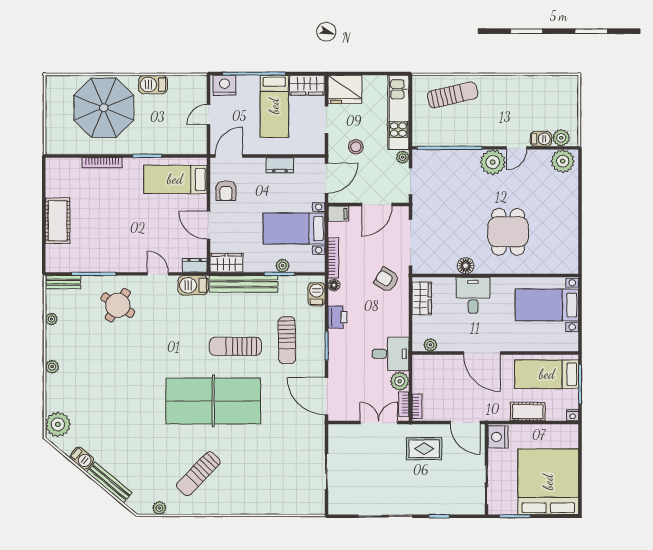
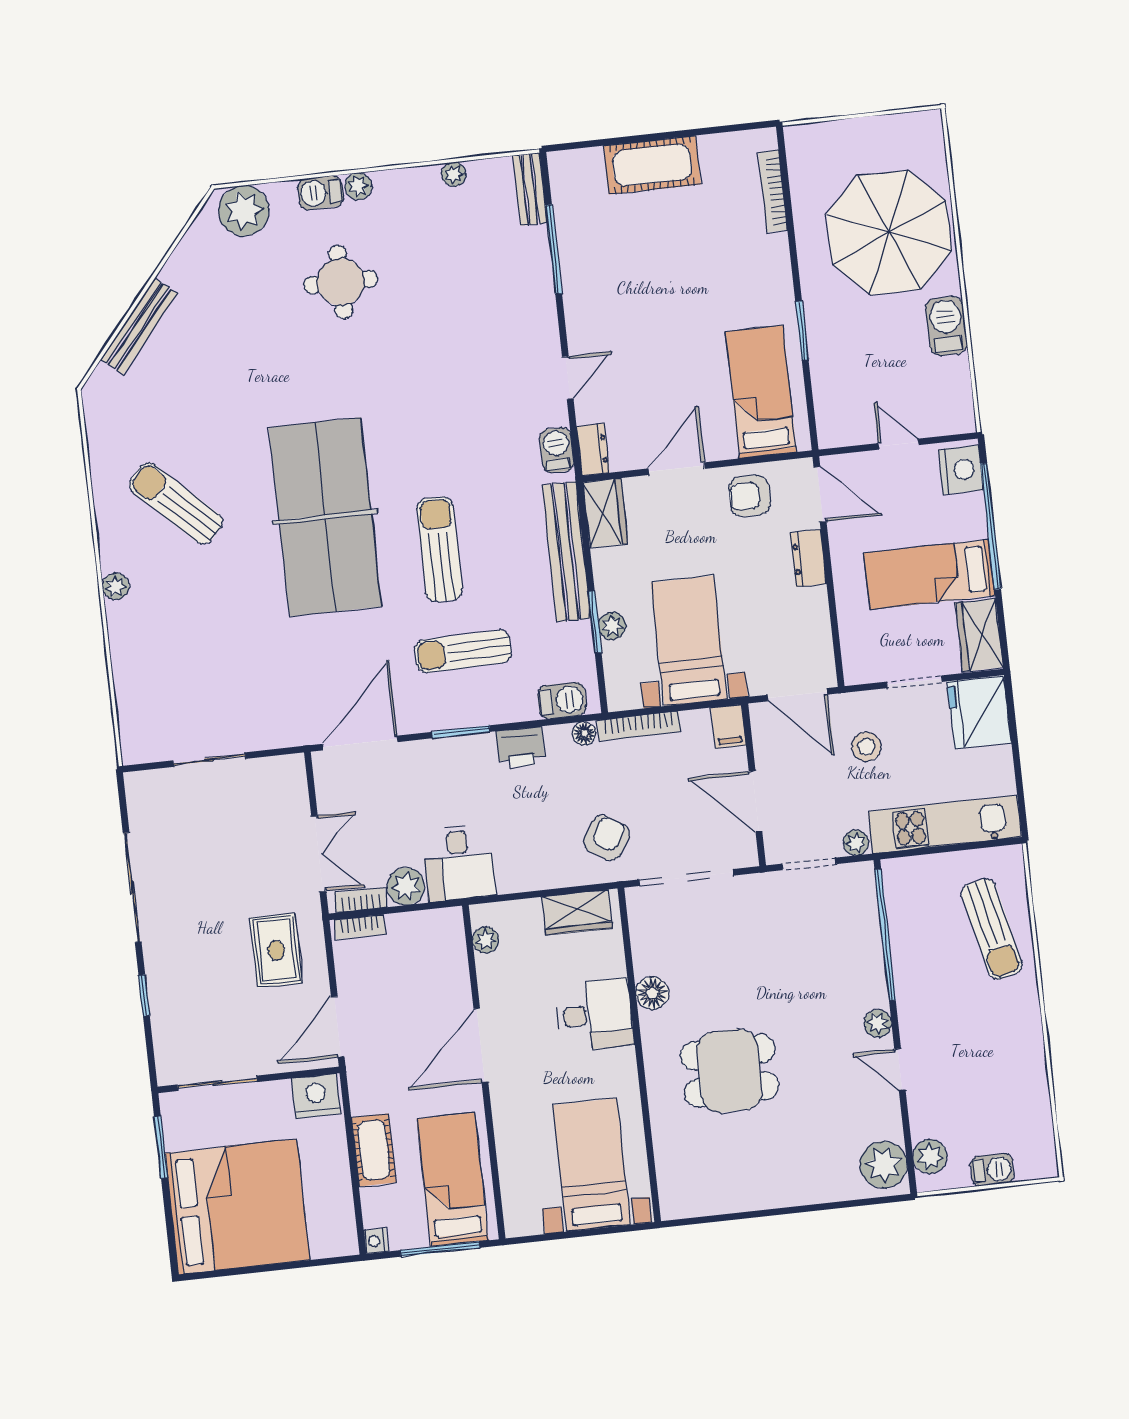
barbecue: (541, 139) -> (992, 1170), moved, turned -90
plant: (493, 162) -> (878, 1023), width x0.53, depth x0.53
bookcase: (102, 163) -> (773, 191), moved
dresser: (280, 165) -> (808, 558), moved
barbecue: (193, 285) -> (557, 450), width x0.73, depth x0.79
round table: (118, 305) -> (341, 282), moved, turned -32
barbecue: (82, 458) -> (320, 193), moved, turned 50
plant: (159, 508) -> (116, 586), moved

